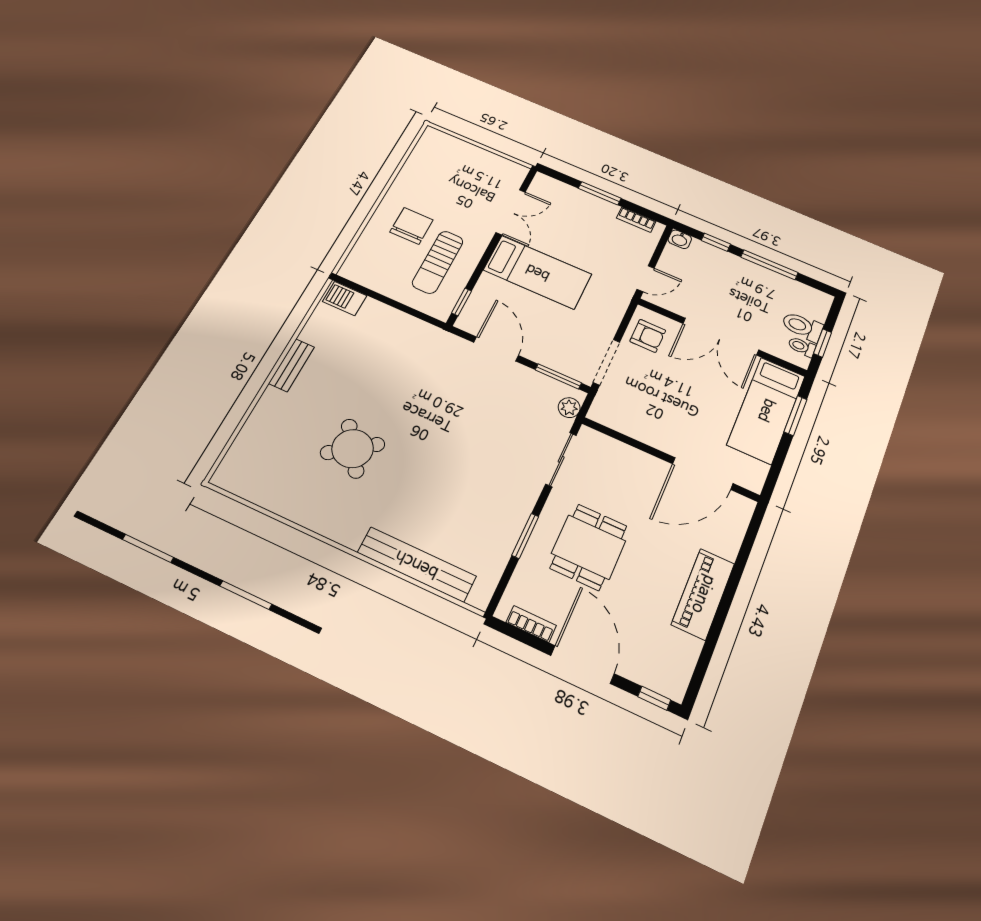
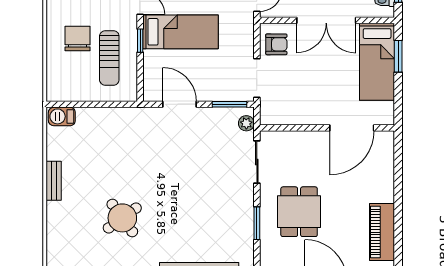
window: (462, 302) -> (140, 41), moved
piano: (703, 594) -> (382, 232), moved

